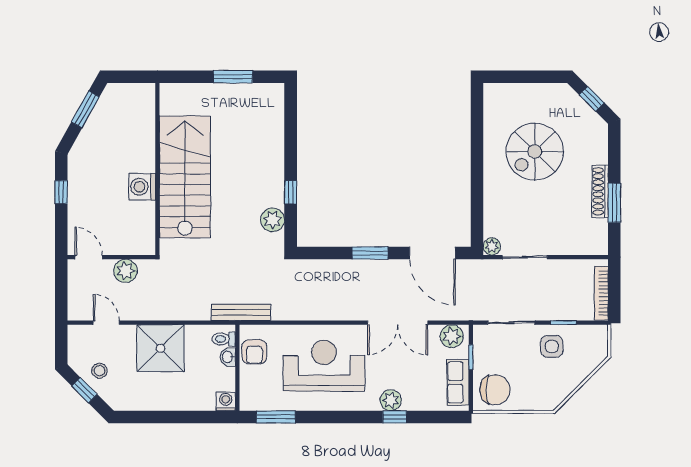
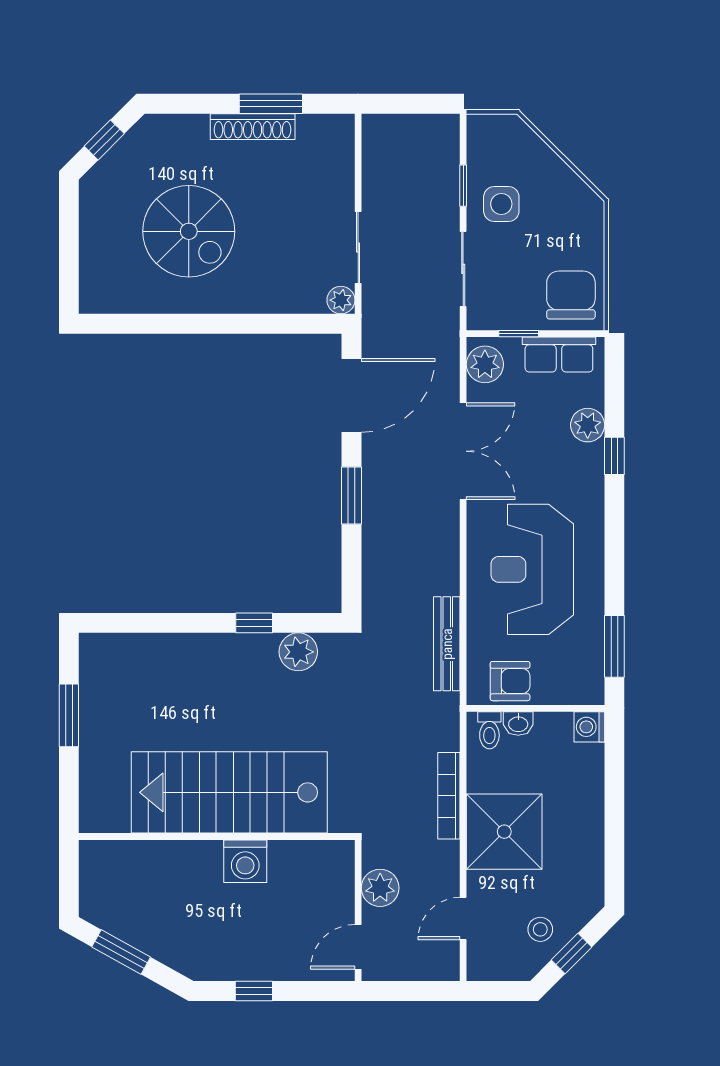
bookcase: (601, 293) -> (449, 796), moved, turned 90
bench: (241, 312) -> (447, 644), moved
plant: (391, 400) -> (588, 425), moved

